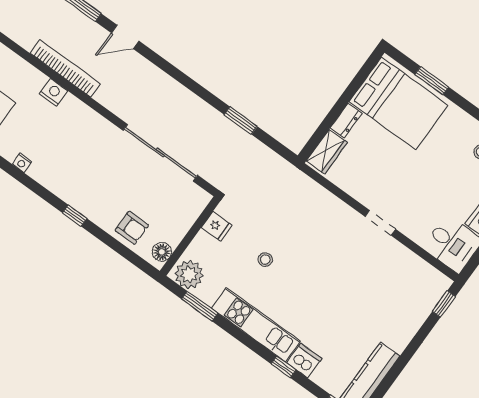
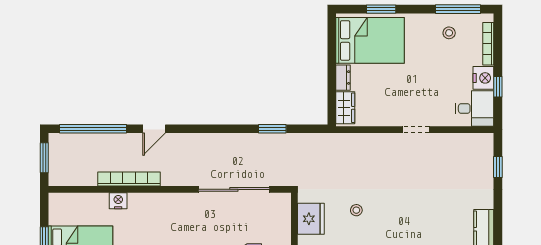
nightstand: (54, 92) -> (118, 201), moved
fridge: (217, 226) -> (311, 219), width x1.88, depth x1.34
window: (444, 304) -> (498, 167), moved

